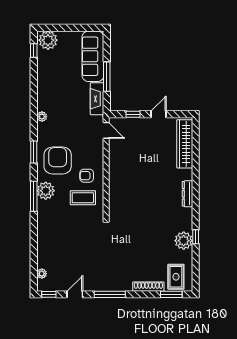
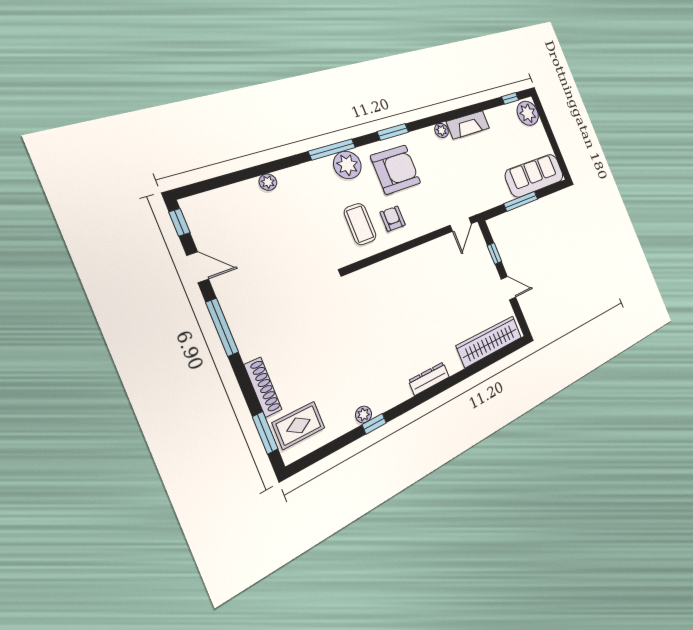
fireplace: (97, 99) -> (468, 125), moved, turned 180
plant: (184, 241) -> (364, 414), width x0.53, depth x0.53
plant: (42, 274) -> (268, 182), moved

